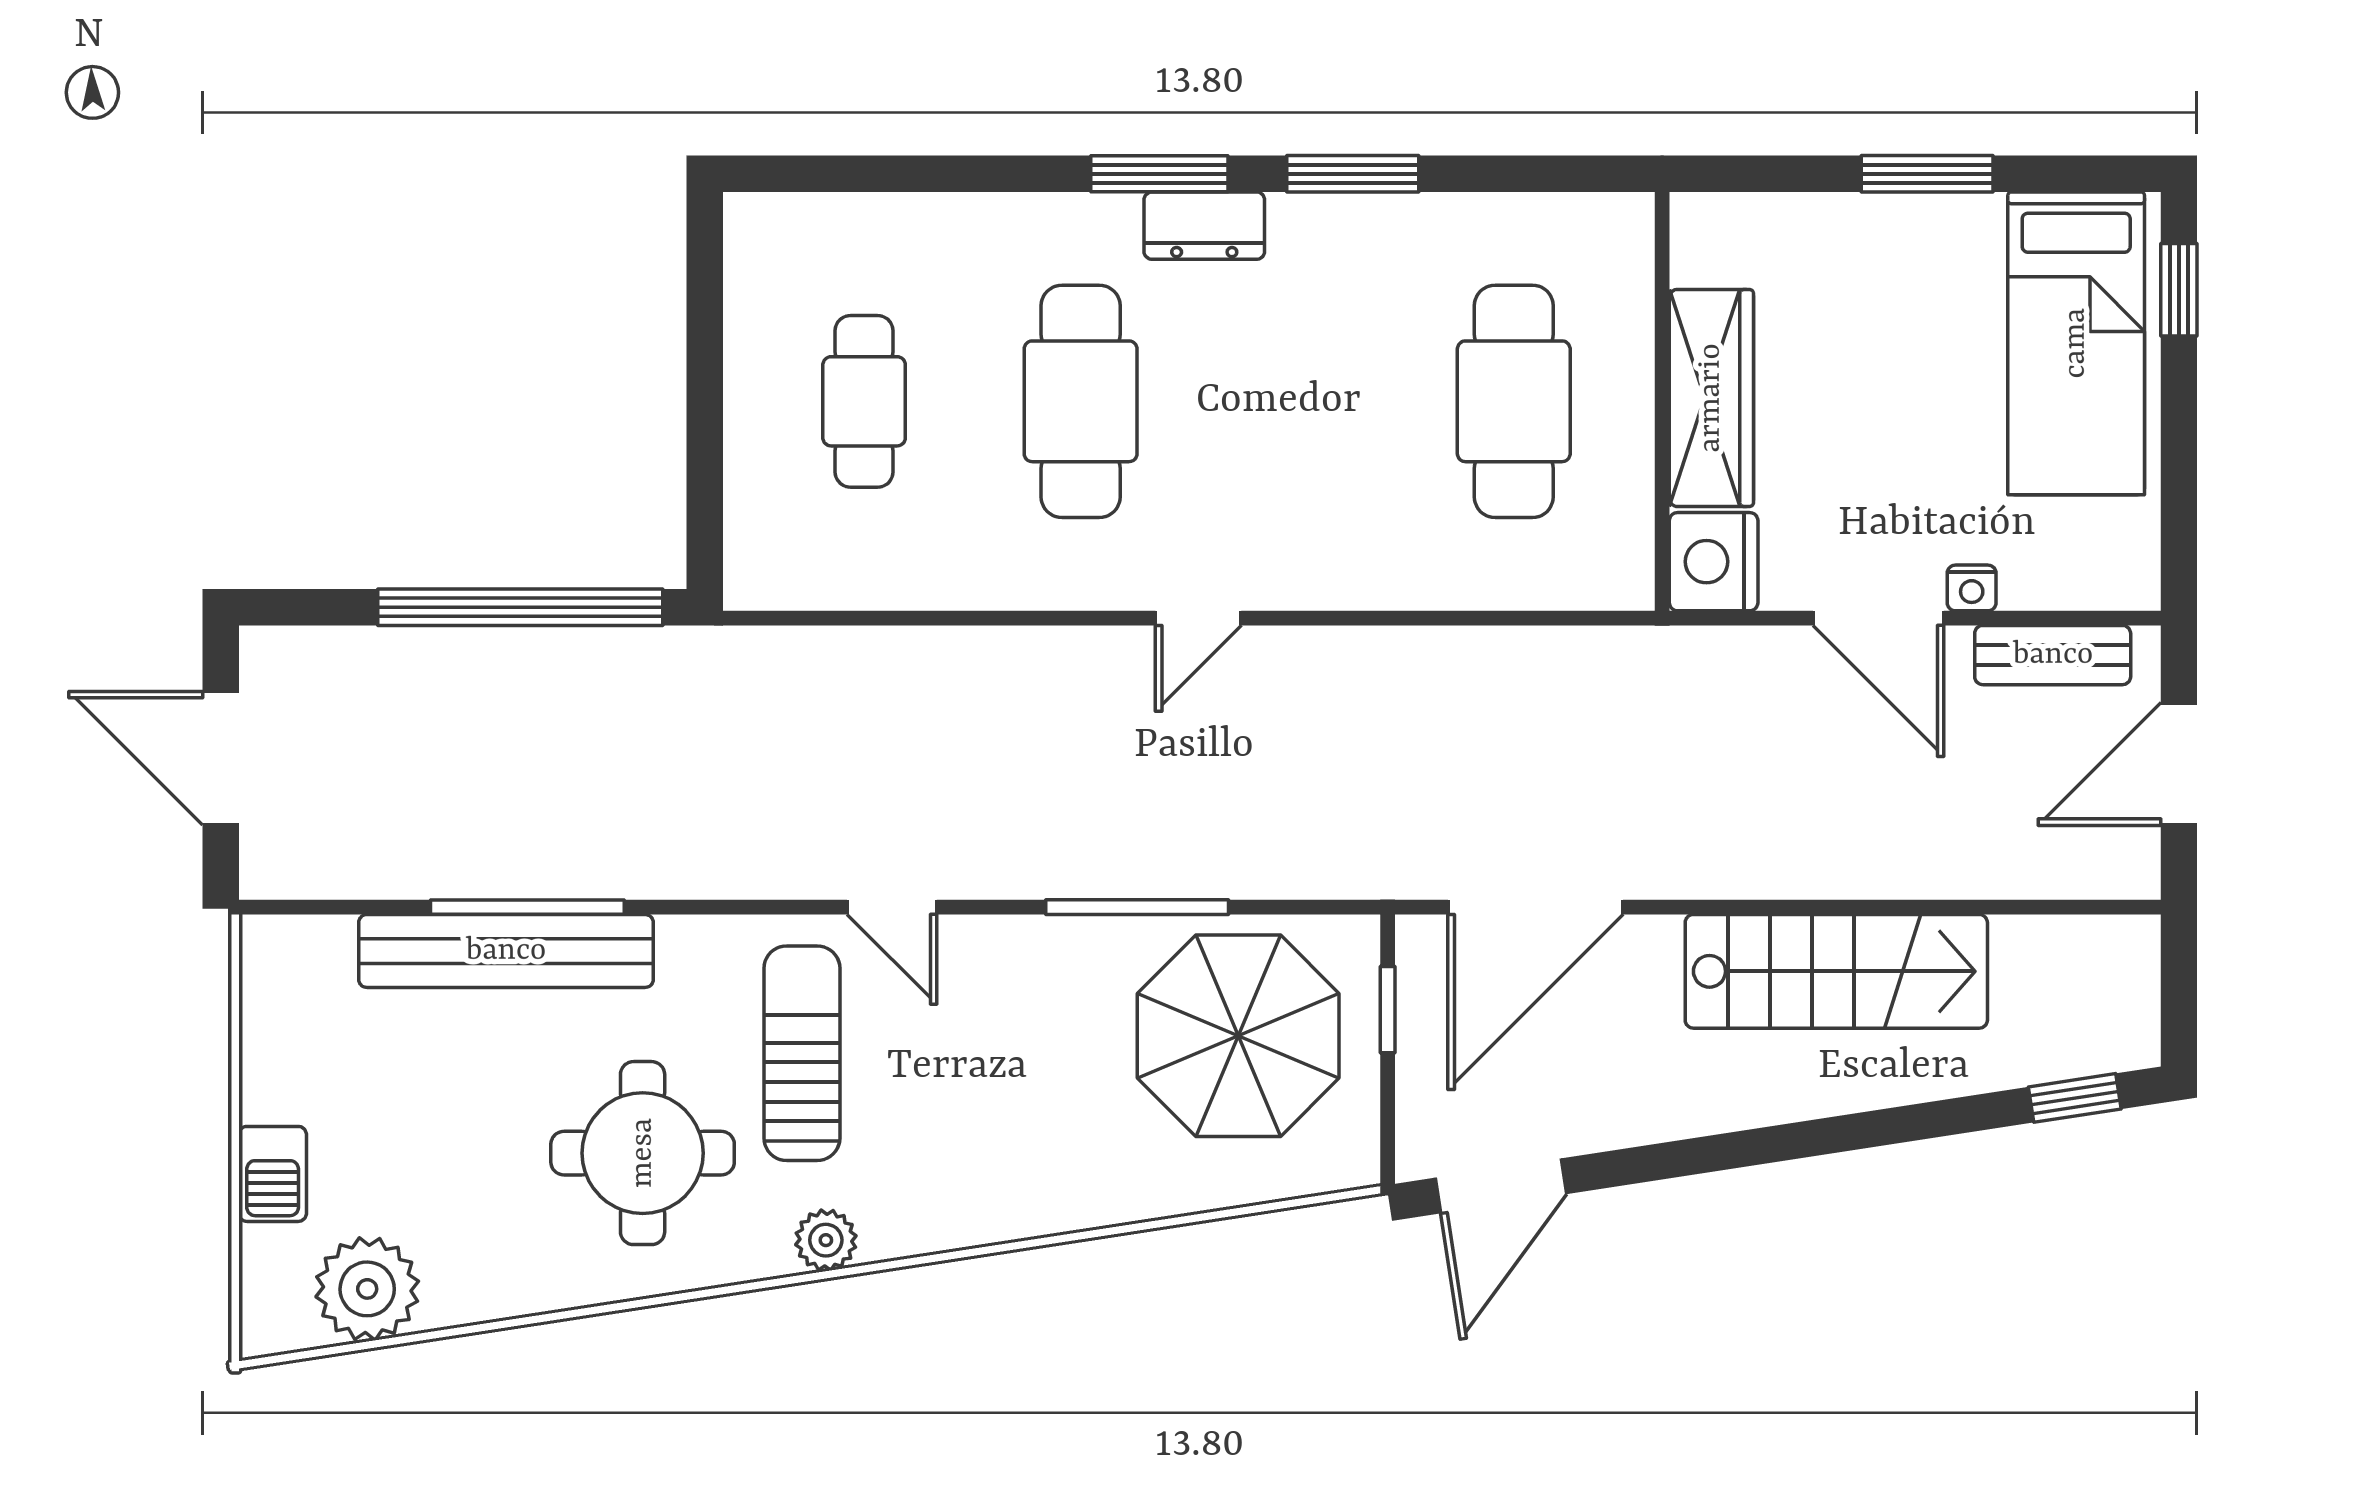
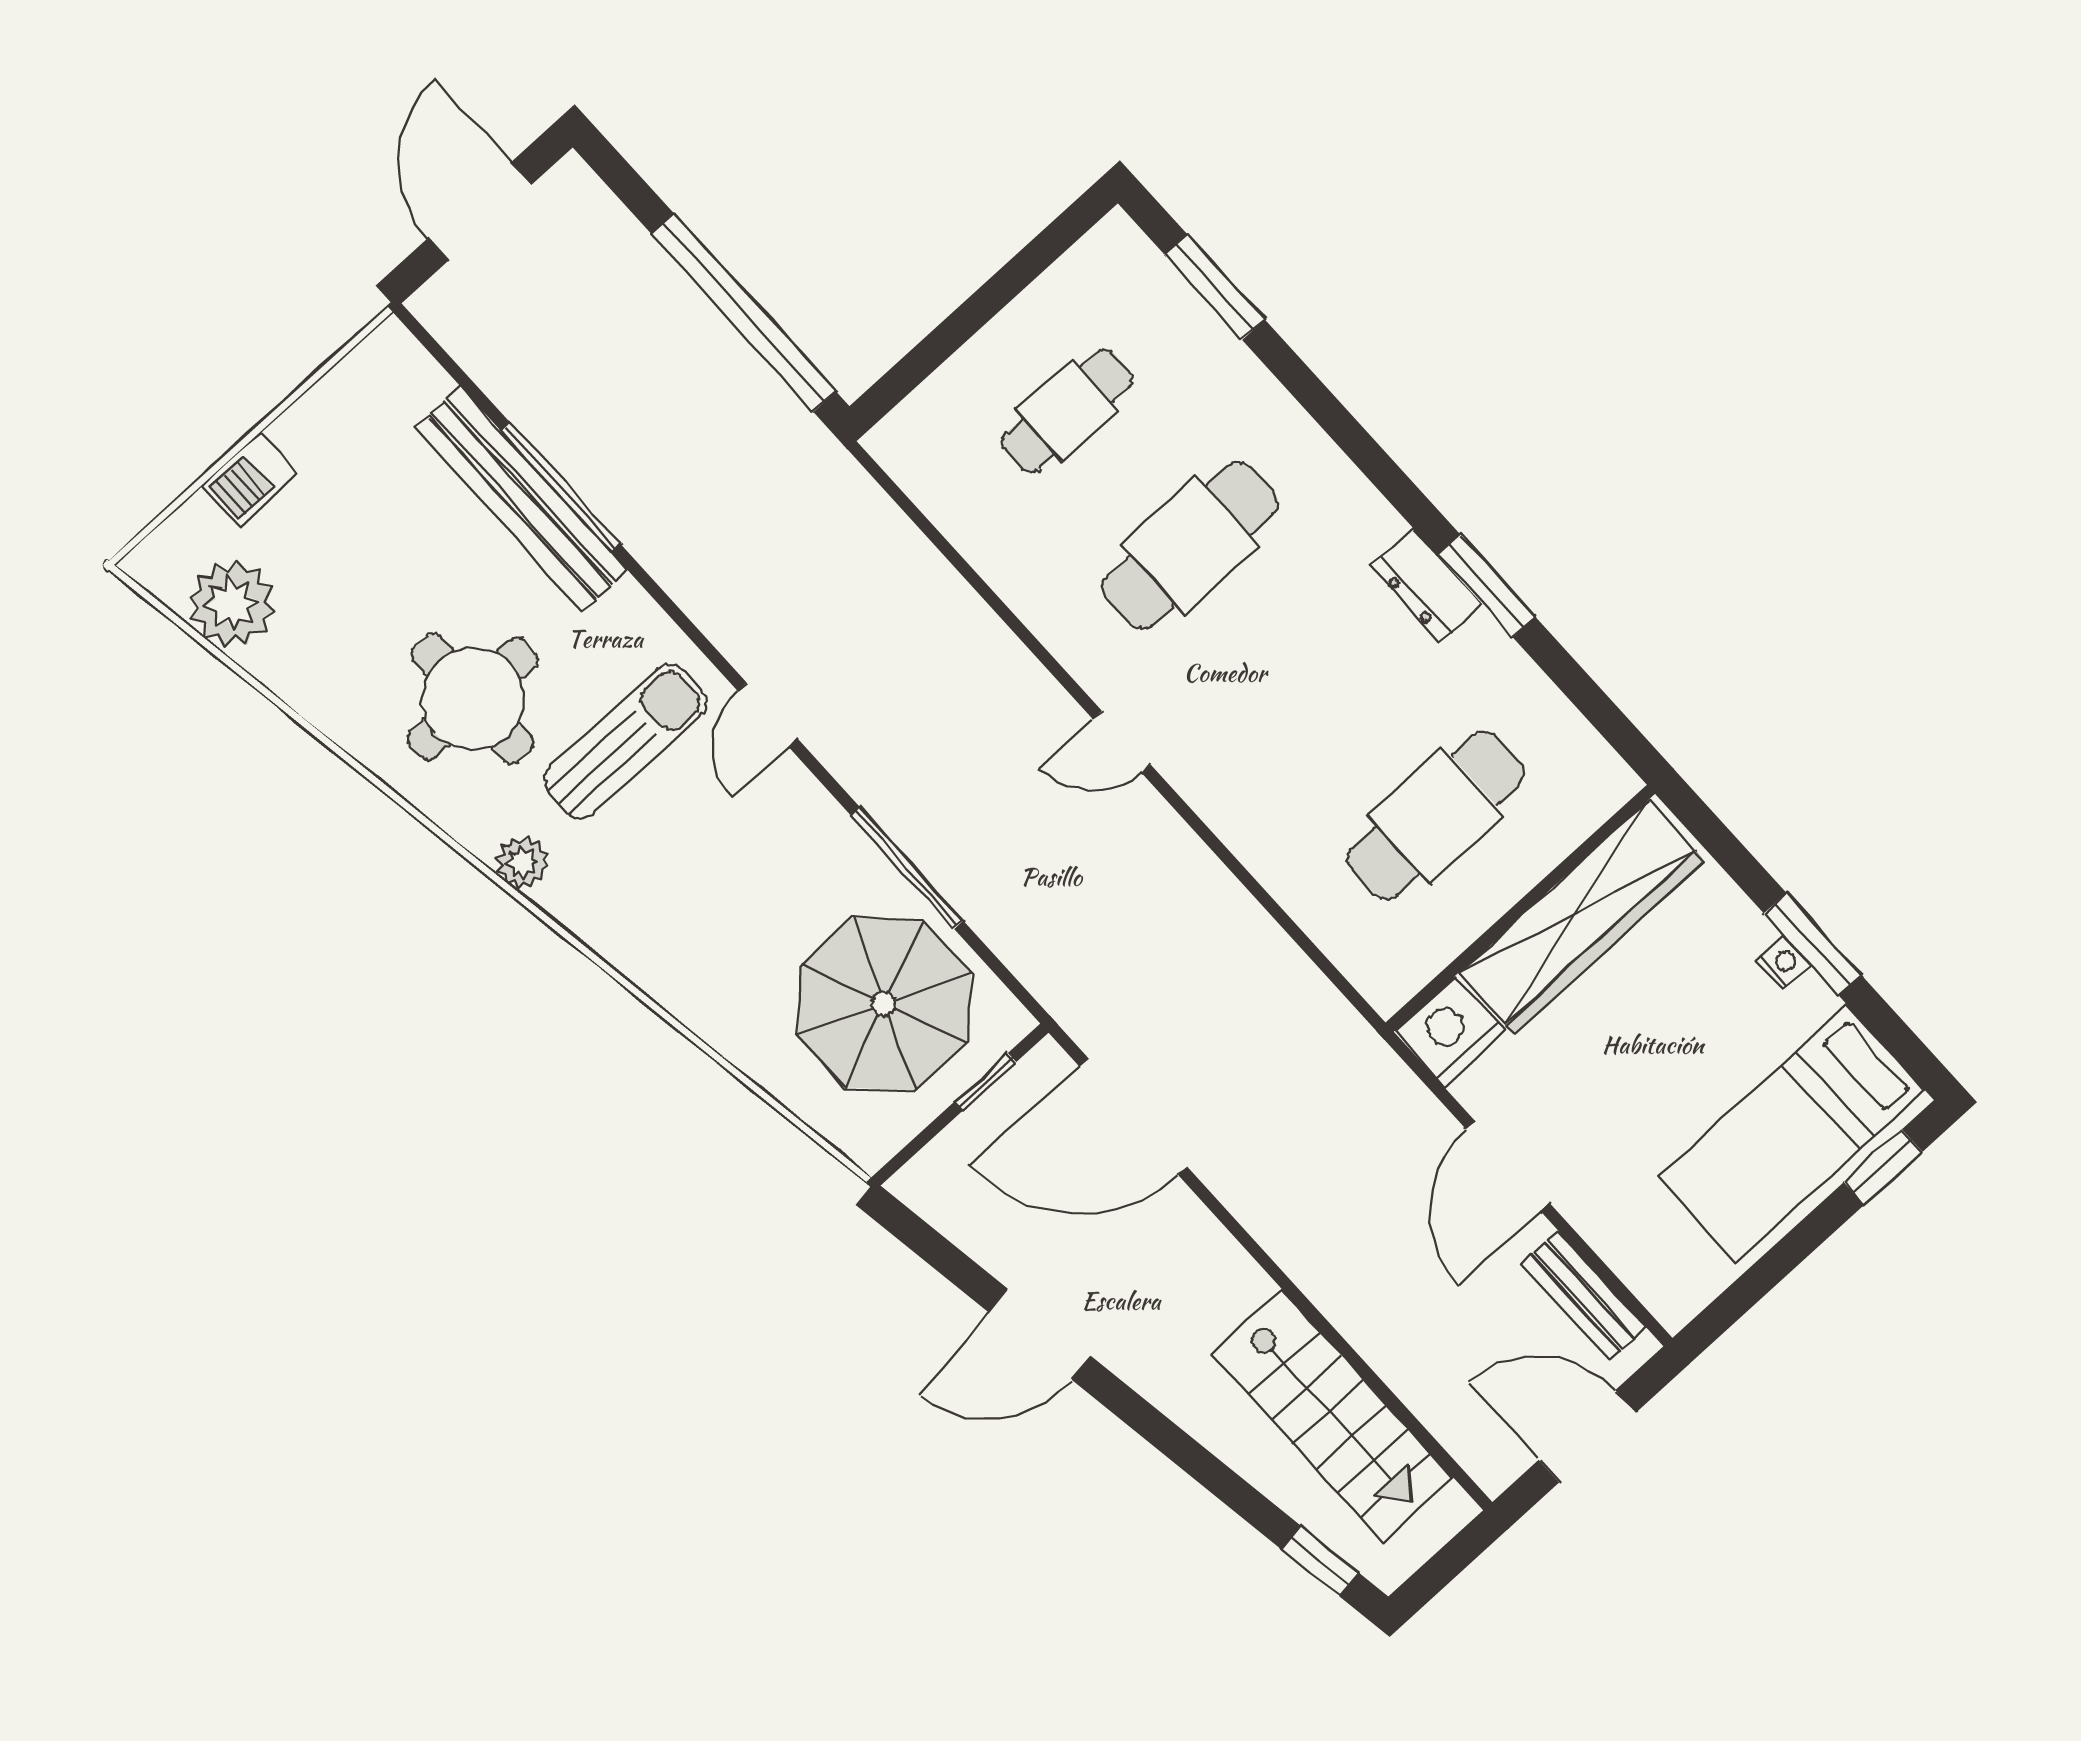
window: (1159, 174) -> (1214, 287), moved
dresser: (1204, 226) -> (1426, 585), moved
wardrobe: (1711, 398) -> (1582, 917), width x1.40, depth x1.17
nightstand: (1972, 588) -> (1783, 963), moved, turned 180
stairs: (1836, 971) -> (1332, 1416), moved
door: (1501, 1186) -> (1040, 1334), moved

